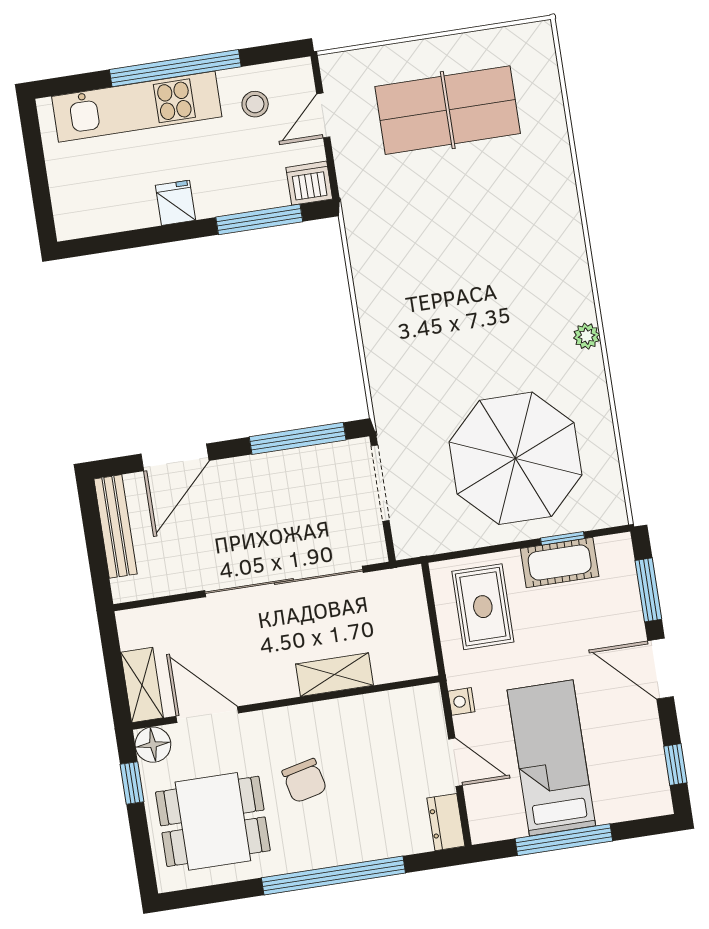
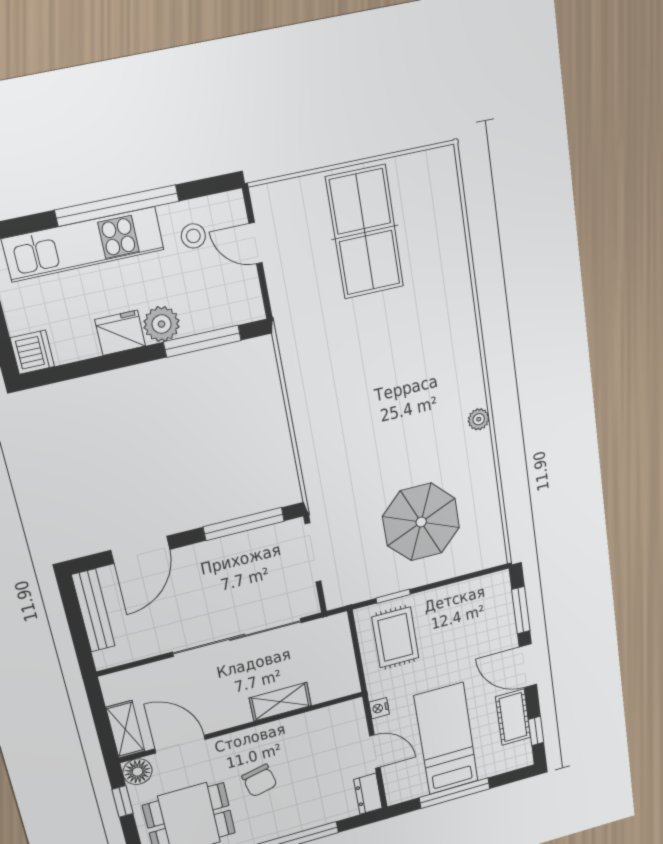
table tennis table: (448, 110) -> (365, 232), turned 90
door: (323, 115) -> (255, 243), hinge flipped
dishwasher: (309, 183) -> (32, 352), moved, turned 90
plant: (215, 197) -> (162, 324), added
fridge: (176, 203) -> (120, 333), width x1.38
parasol: (515, 458) -> (421, 522), width x0.73, depth x0.73
window: (563, 538) -> (393, 596), moved
cot: (560, 562) -> (513, 717), moved, turned 90

